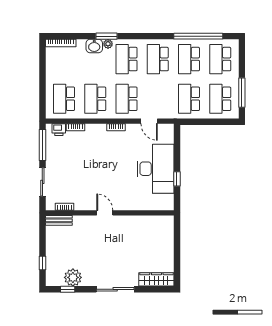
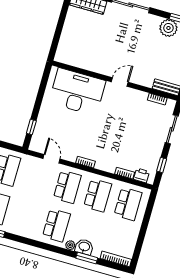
window: (107, 36) -> (87, 258), moved
school desk: (158, 59) -> (26, 217), removed
window: (42, 145) -> (162, 165), width x0.46
desk: (156, 169) -> (77, 92), moved, turned 90
window: (177, 179) -> (31, 127), moved
door: (105, 213) -> (120, 82), swing flipped

